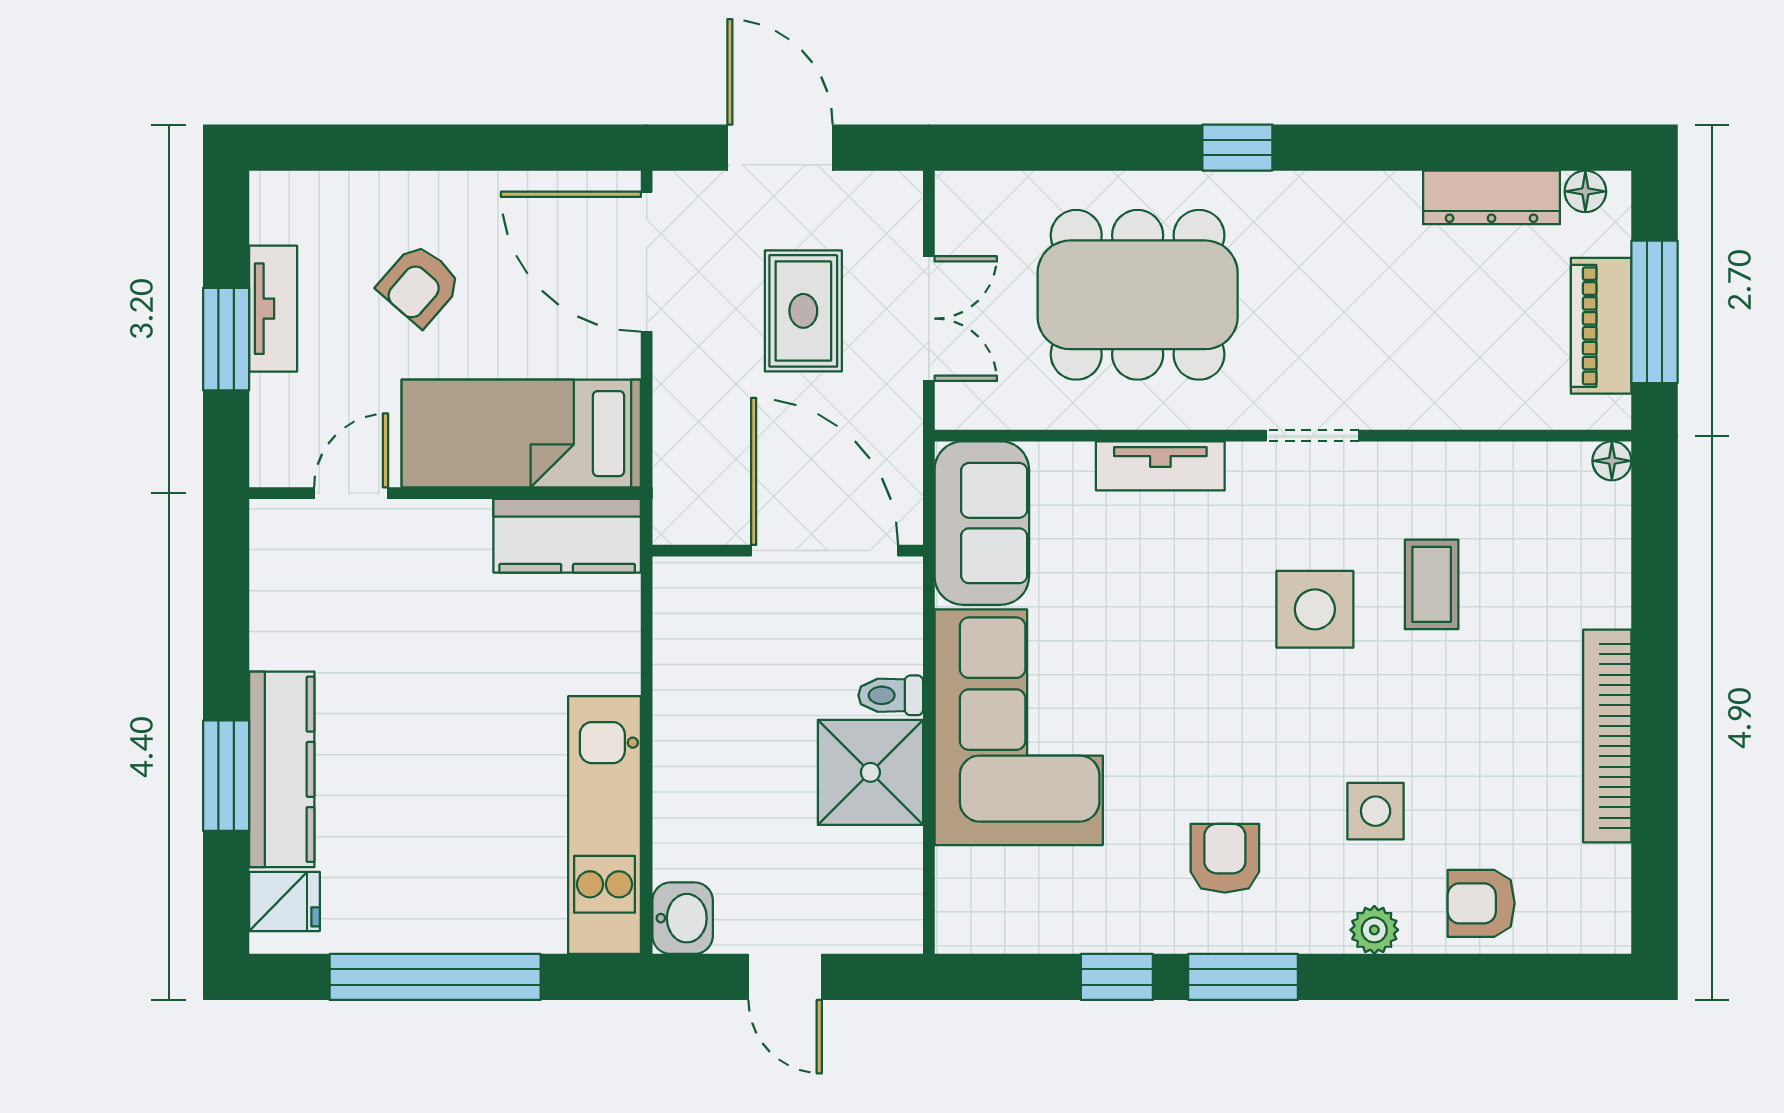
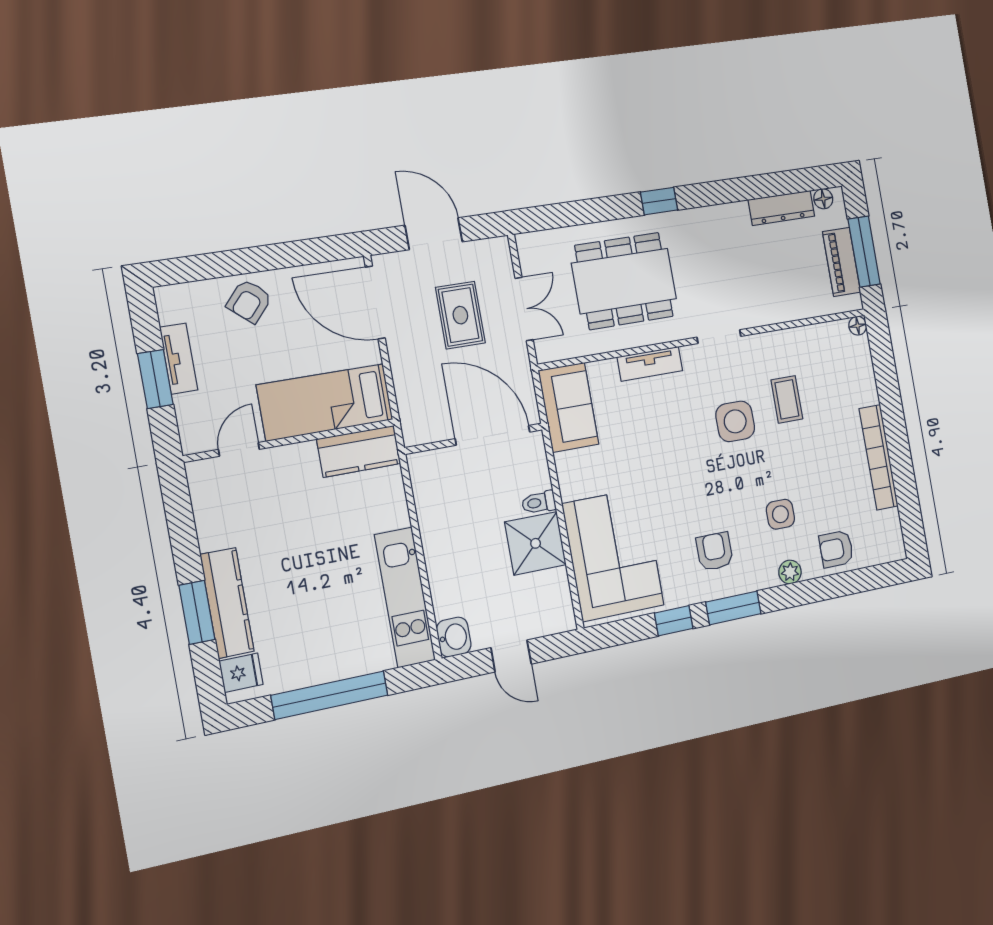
armchair: (420, 285) -> (249, 301), moved
corner sofa: (1019, 727) -> (613, 555), moved

